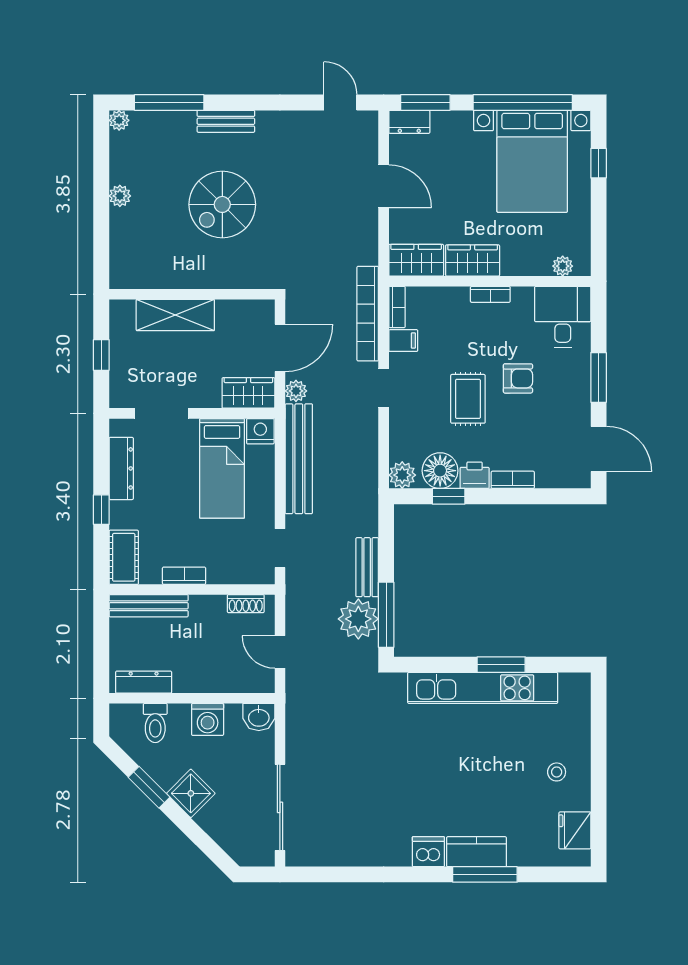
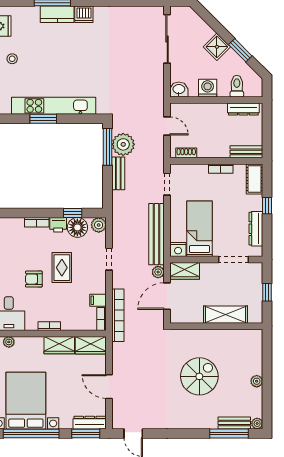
bench: (226, 121) -> (234, 423), moved
dresser: (409, 122) -> (90, 423), width x1.44
doorway: (384, 388) -> (109, 259), moved
bench: (149, 606) -> (246, 152), width x0.73

